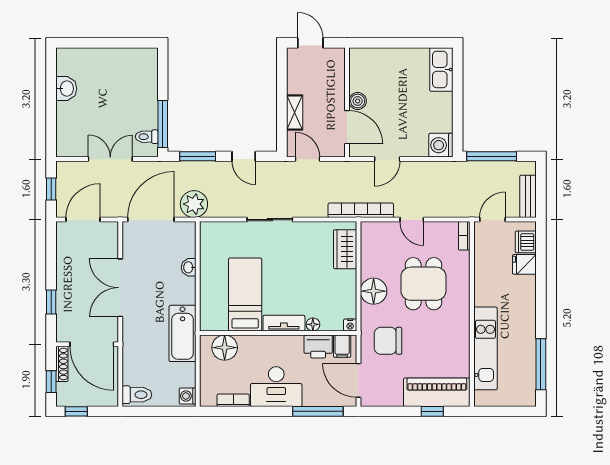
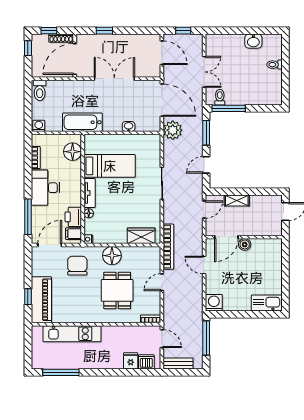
toilet: (100, 58) -> (274, 65), added
dining table: (423, 284) -> (117, 290), turned 90

